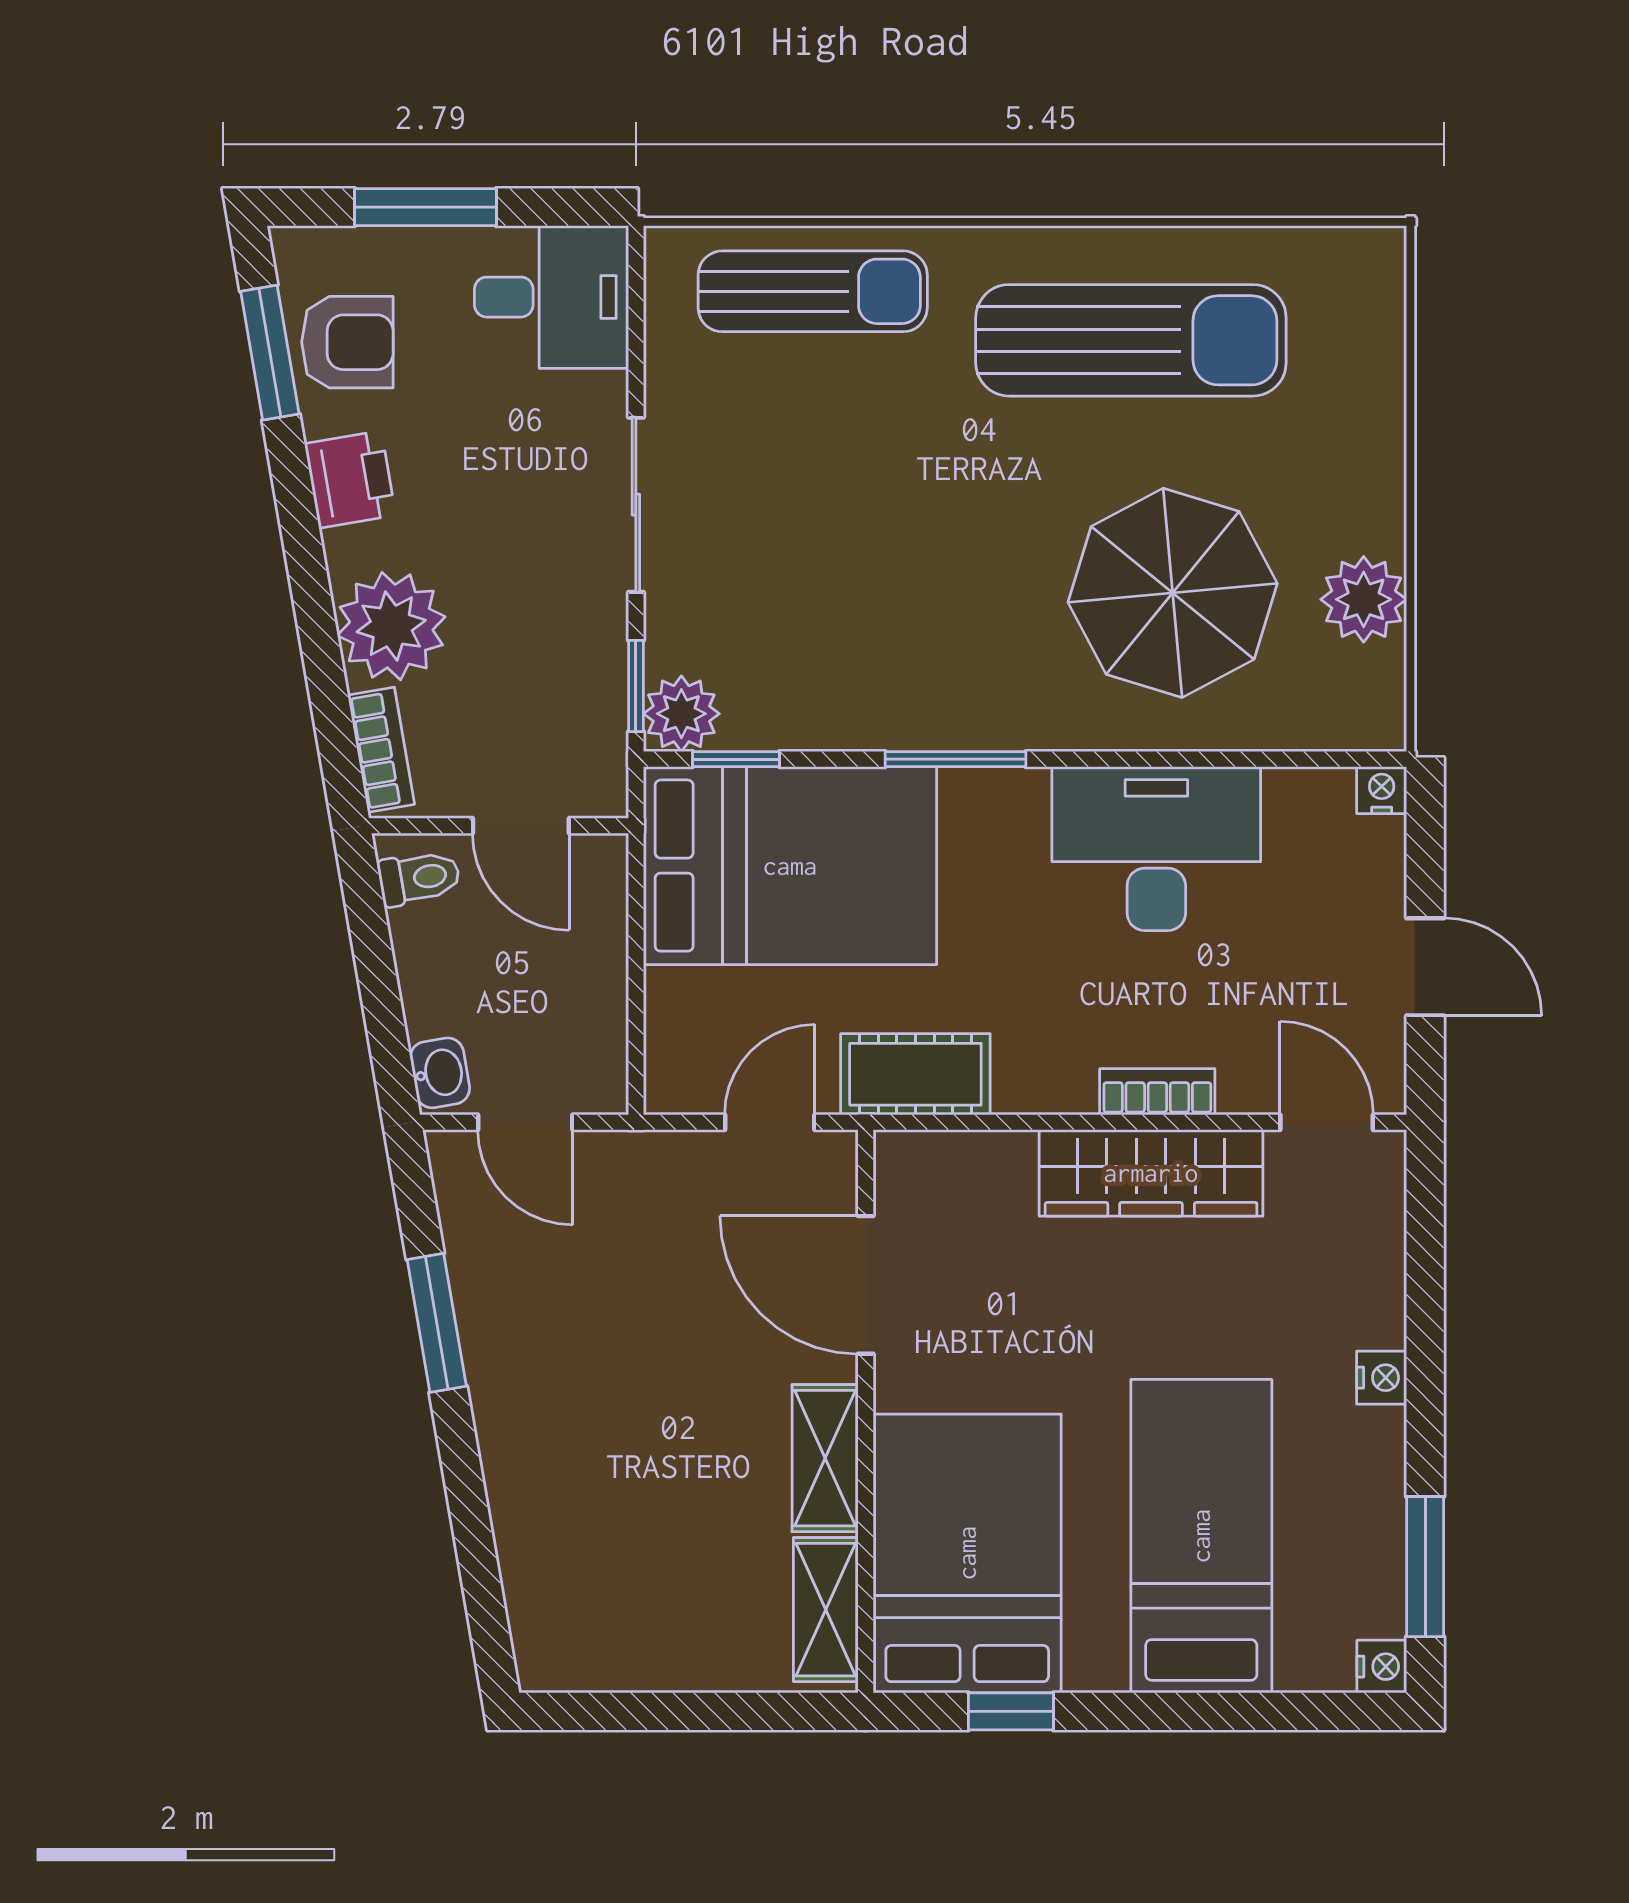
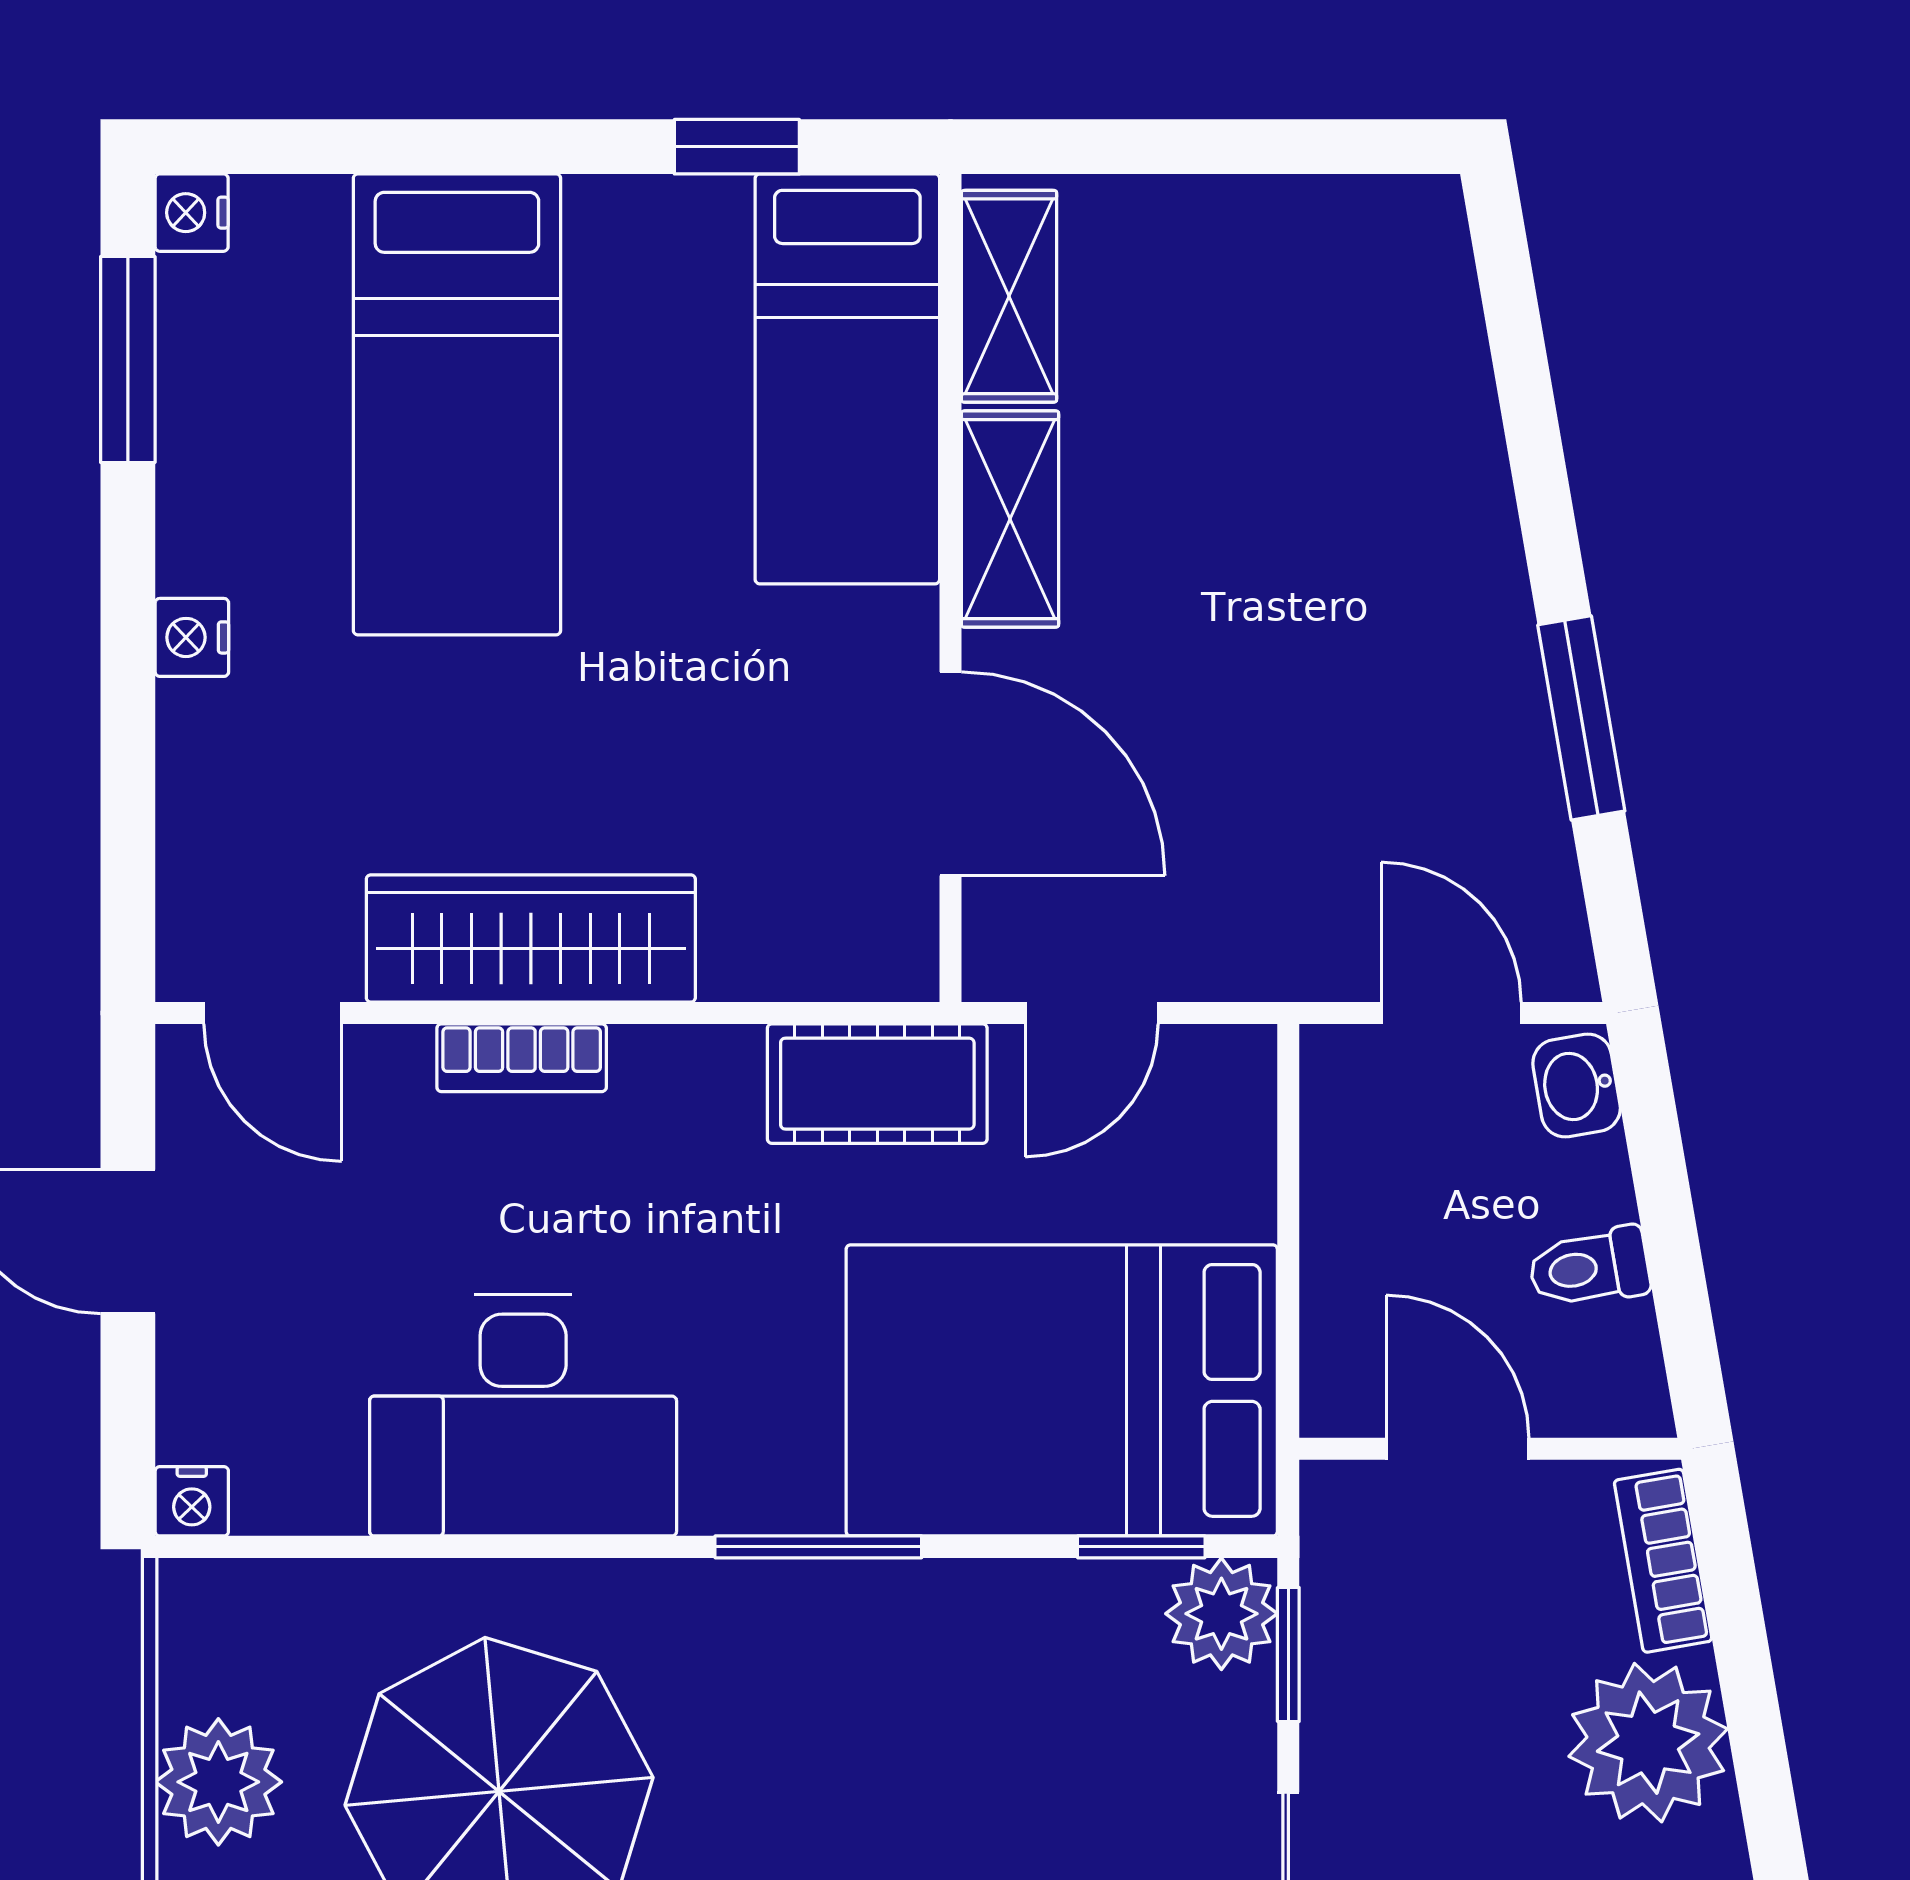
toilet: (419, 878) -> (1589, 1268), moved
bed: (967, 1553) -> (847, 379), width x0.67

